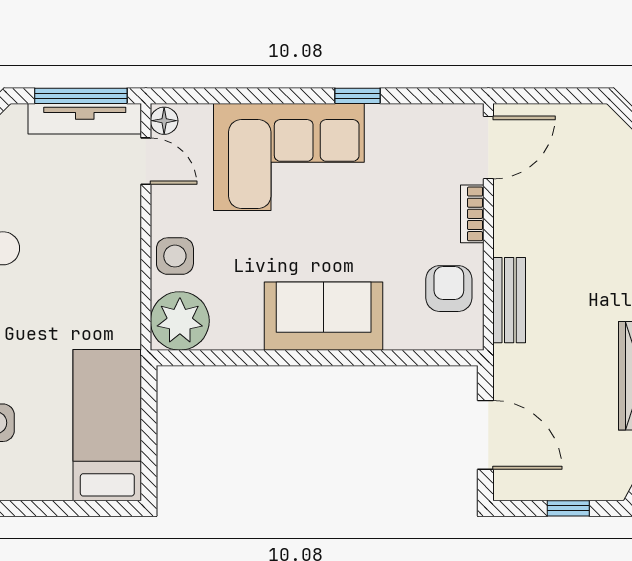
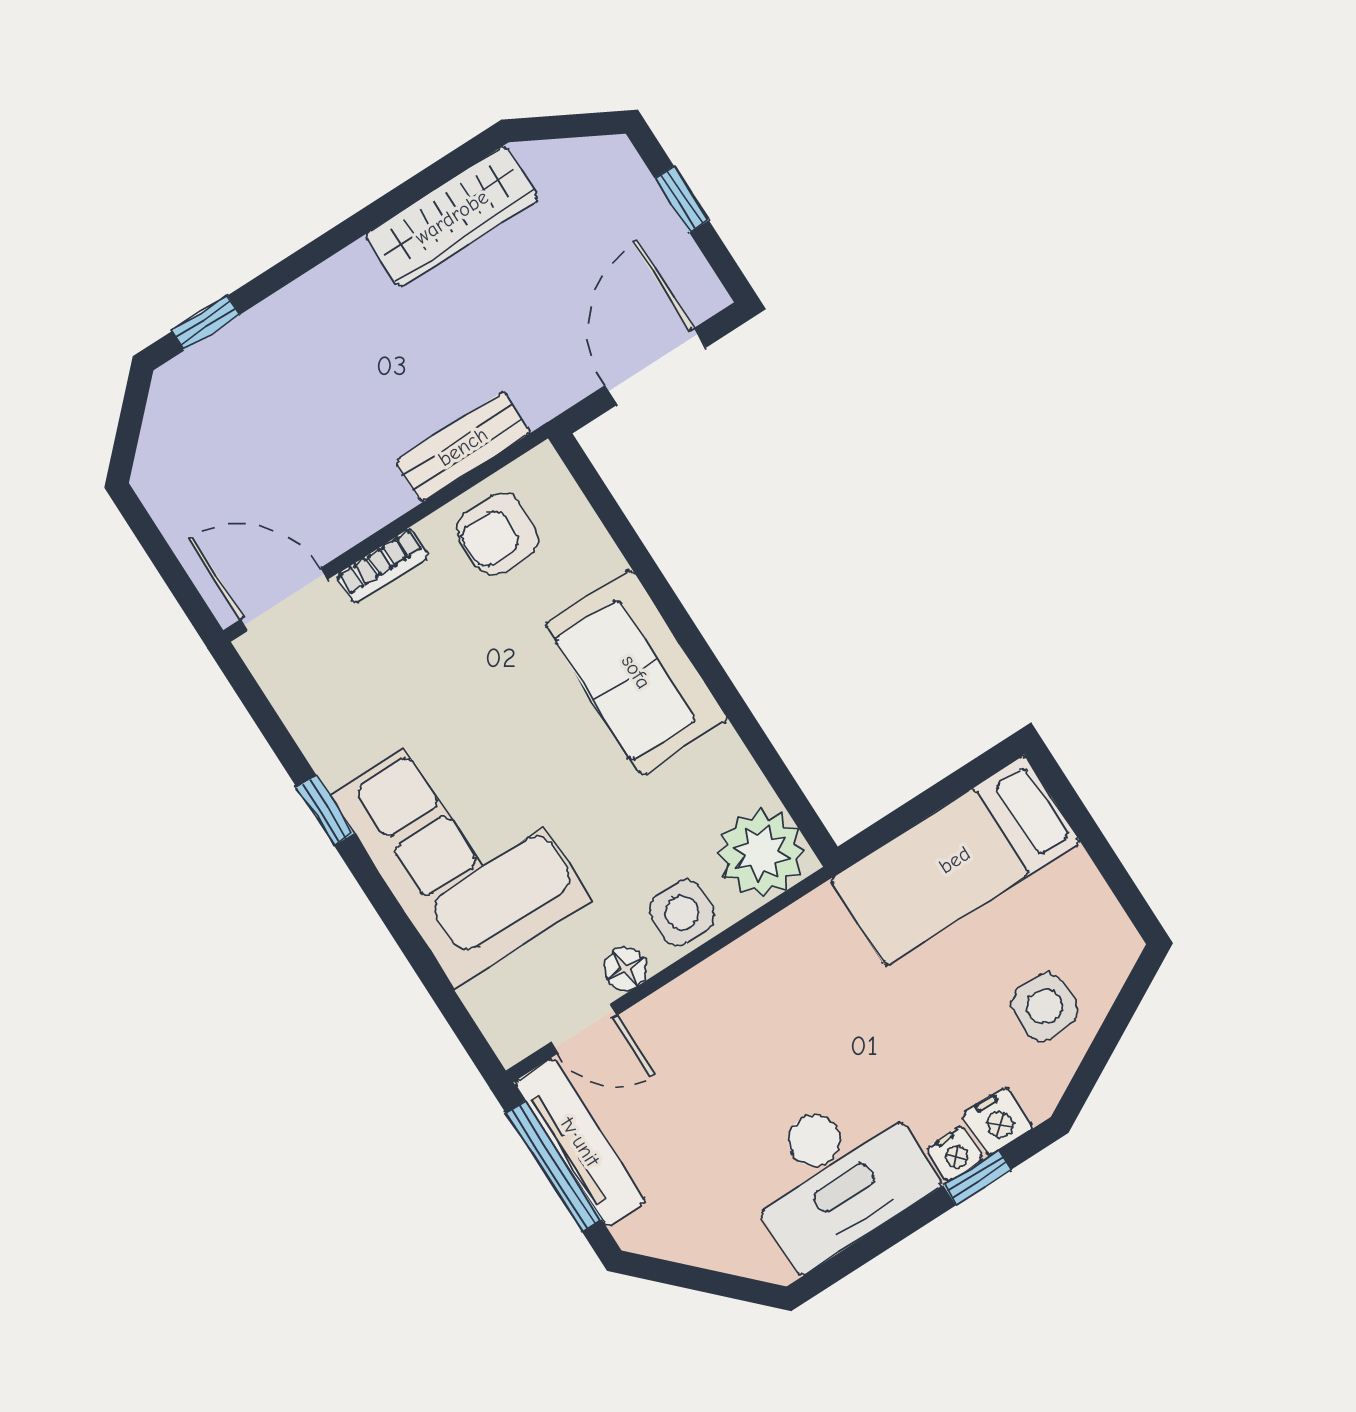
floor lamp: (164, 121) -> (625, 969), moved
door: (146, 161) -> (584, 1029), swing flipped

